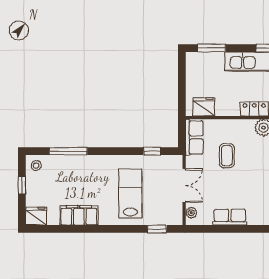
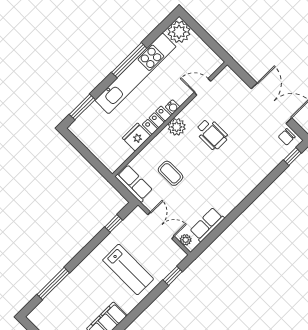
fridge: (204, 107) -> (136, 137), moved
stool: (36, 166) -> (40, 317), removed
lab bench: (130, 193) -> (128, 270), turned 180
row of seats: (230, 217) -> (207, 225), moved

